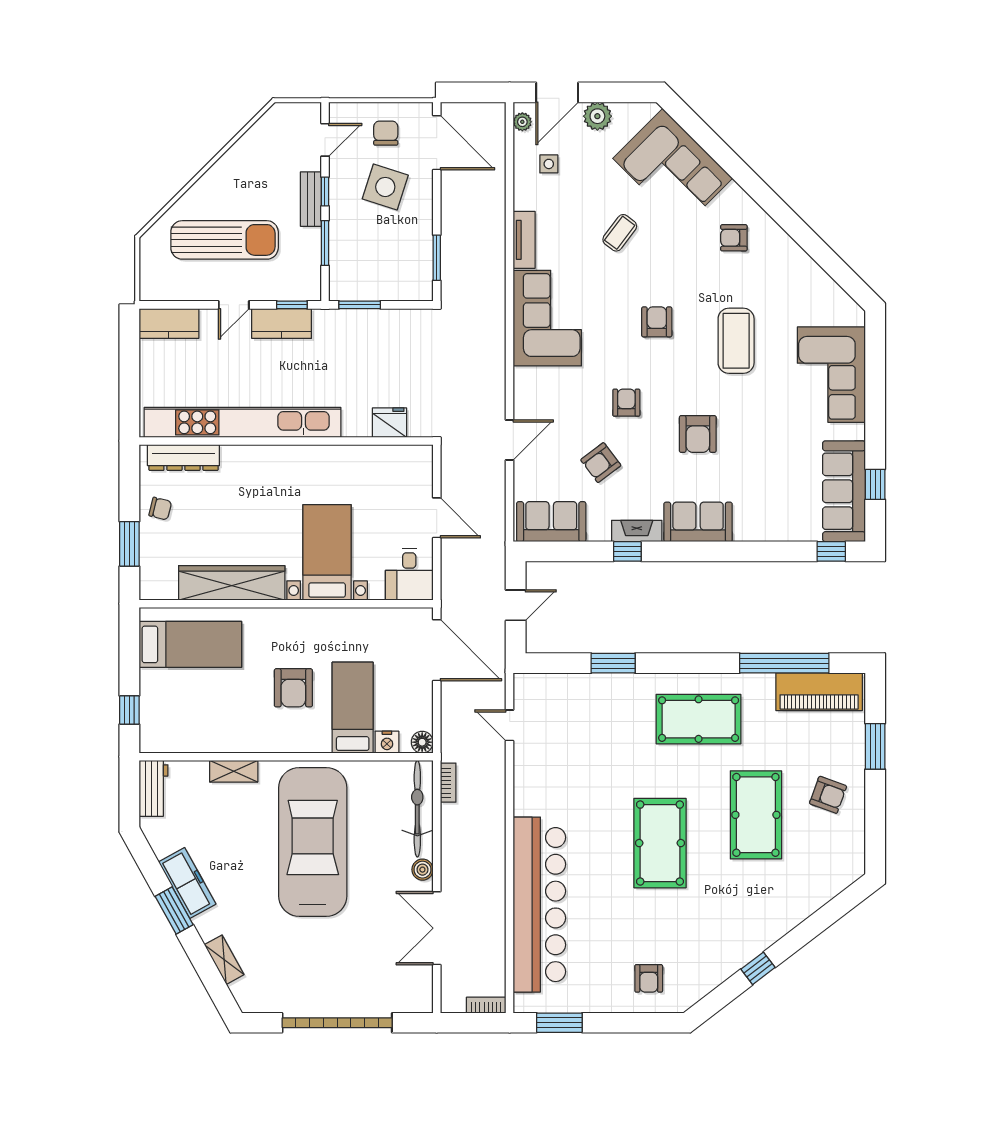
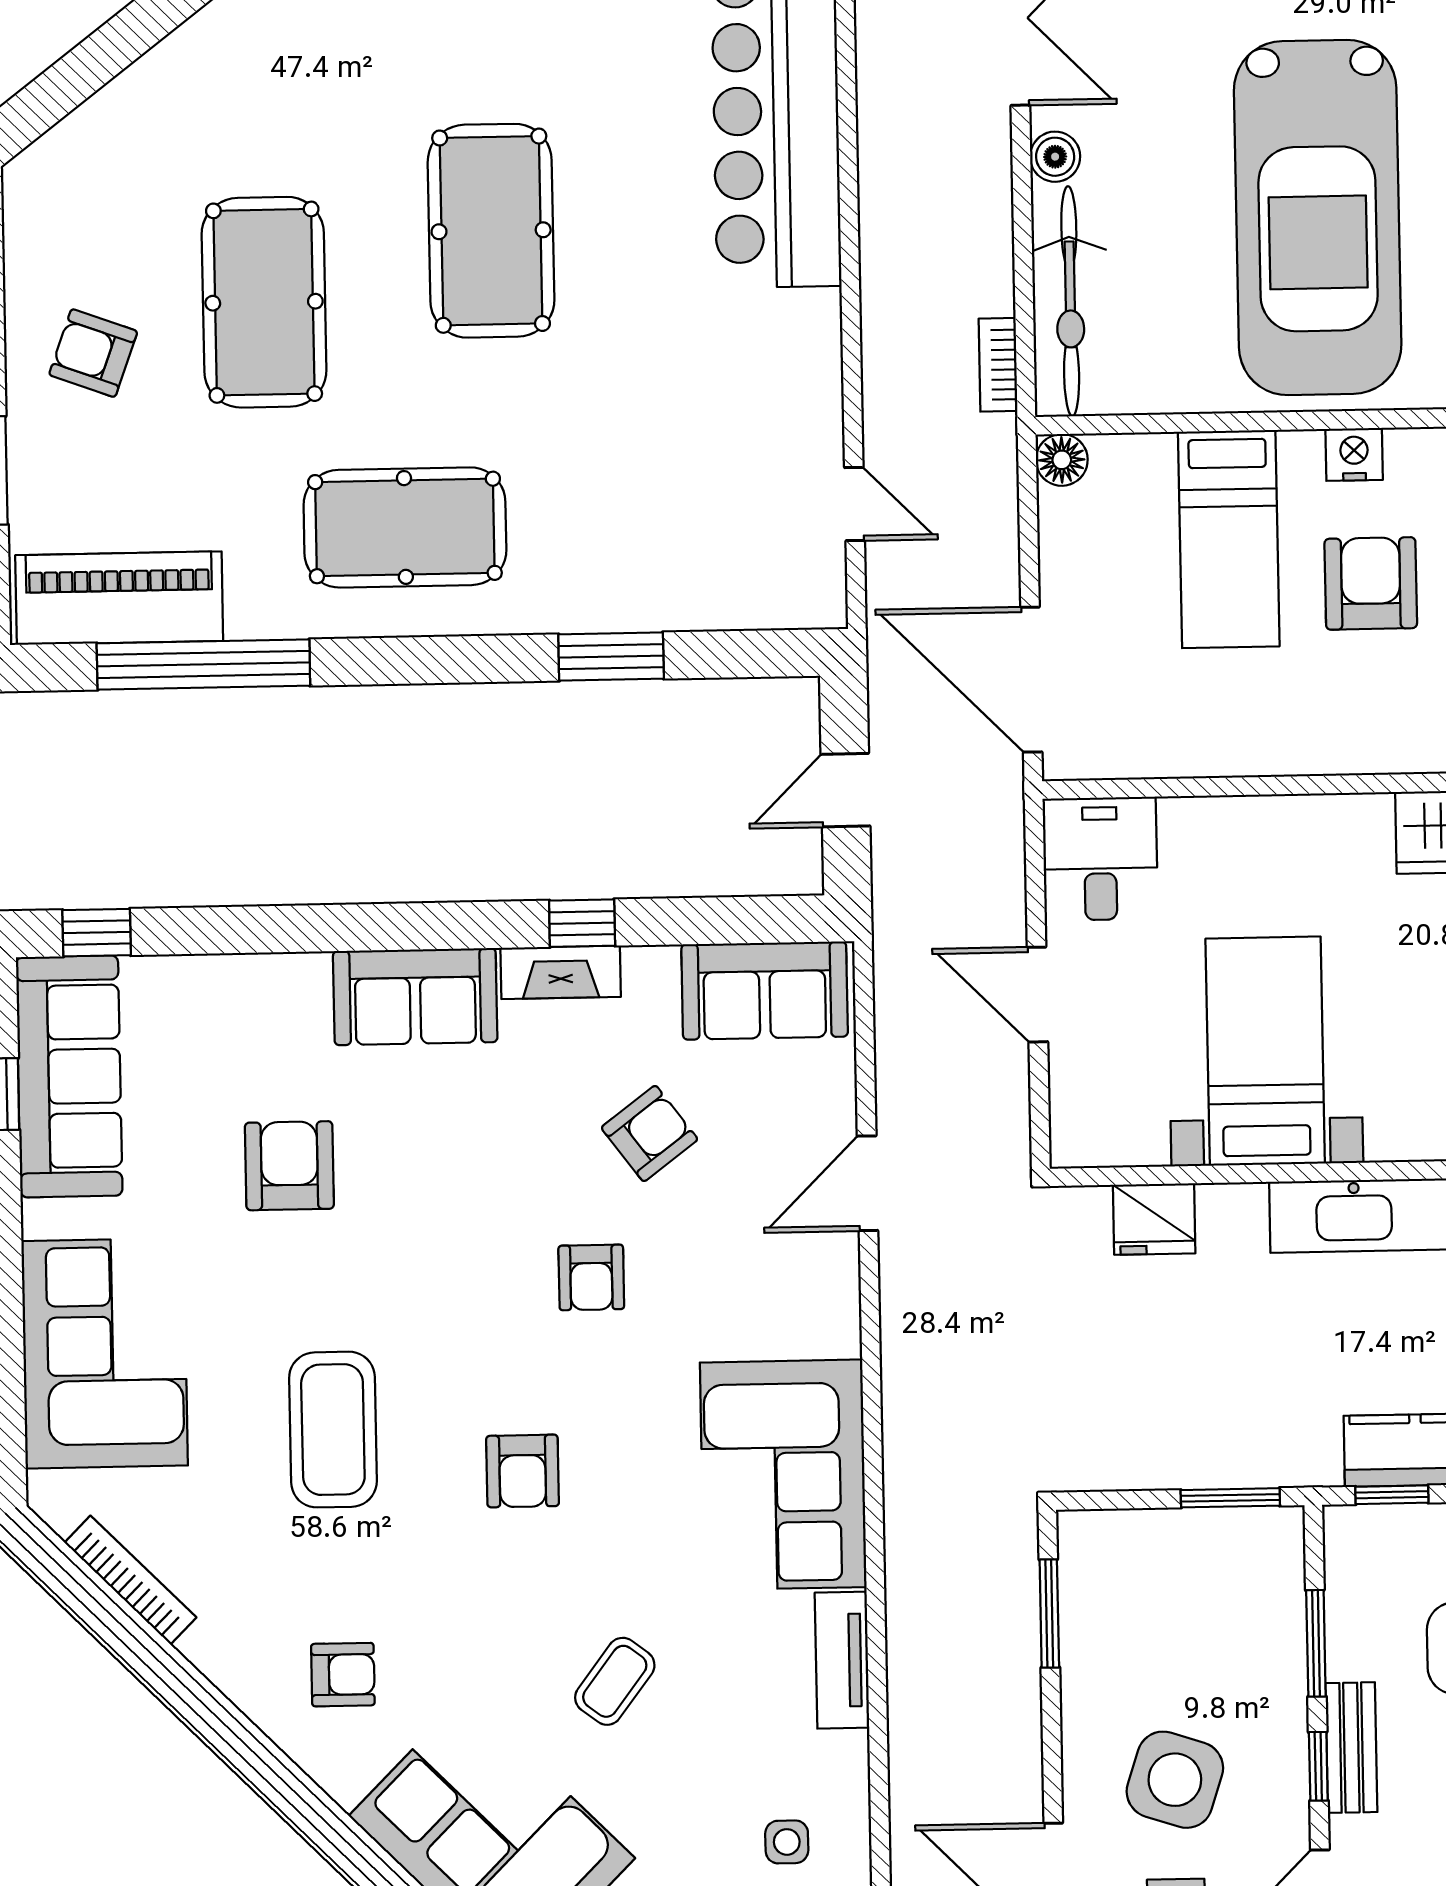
bookcase: (822, 279) -> (130, 1580), added
armchair: (698, 434) -> (289, 1166), moved
bed with nightstands: (327, 552) -> (1265, 1051), moved, turned 180
nightstand: (387, 742) -> (1354, 454), moved

